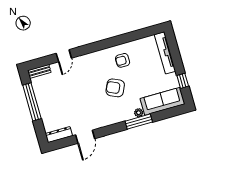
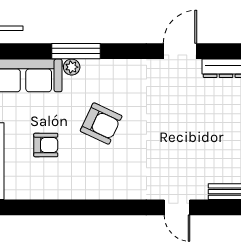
door: (64, 56) -> (177, 207), swing flipped
armchair: (123, 60) -> (46, 145), moved

